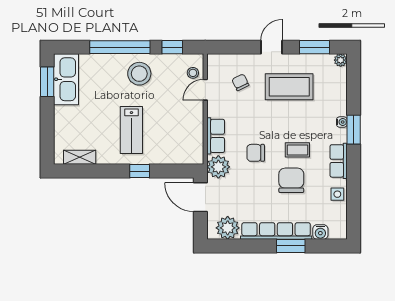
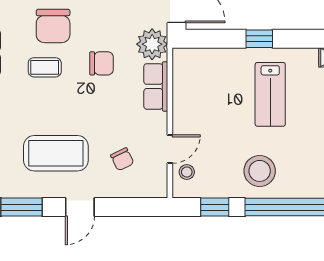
lab bench: (131, 130) -> (270, 94), turned 180

